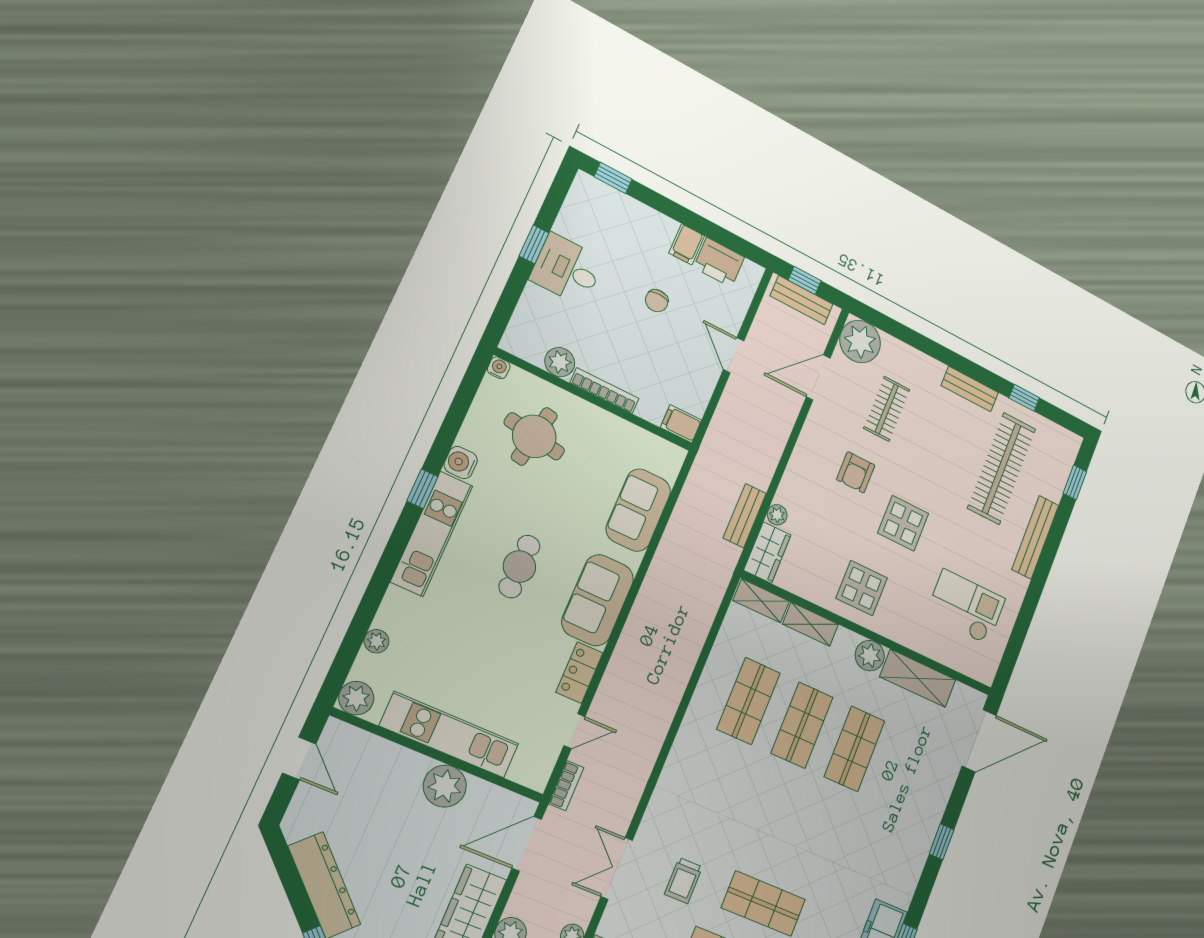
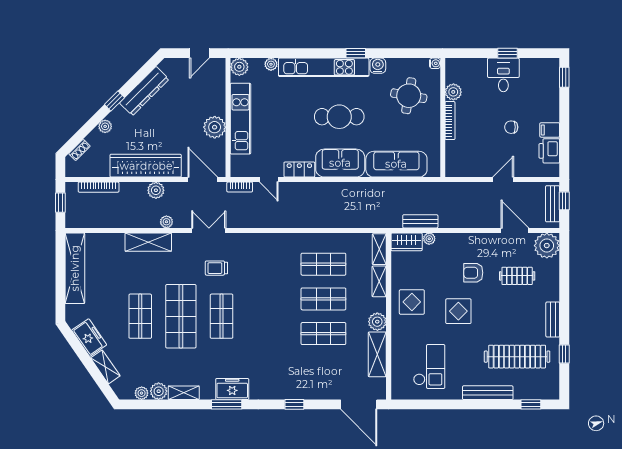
filing cabinet: (681, 424) -> (453, 167), removed
sofa: (638, 510) -> (396, 164), width x1.36
kitchen unit: (432, 534) -> (324, 67), width x1.36
cafe table: (519, 566) -> (339, 117), width x1.37, depth x1.35

